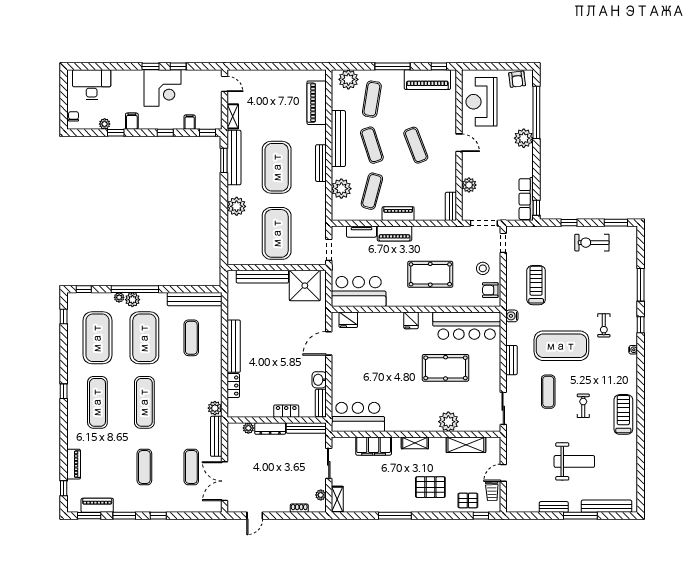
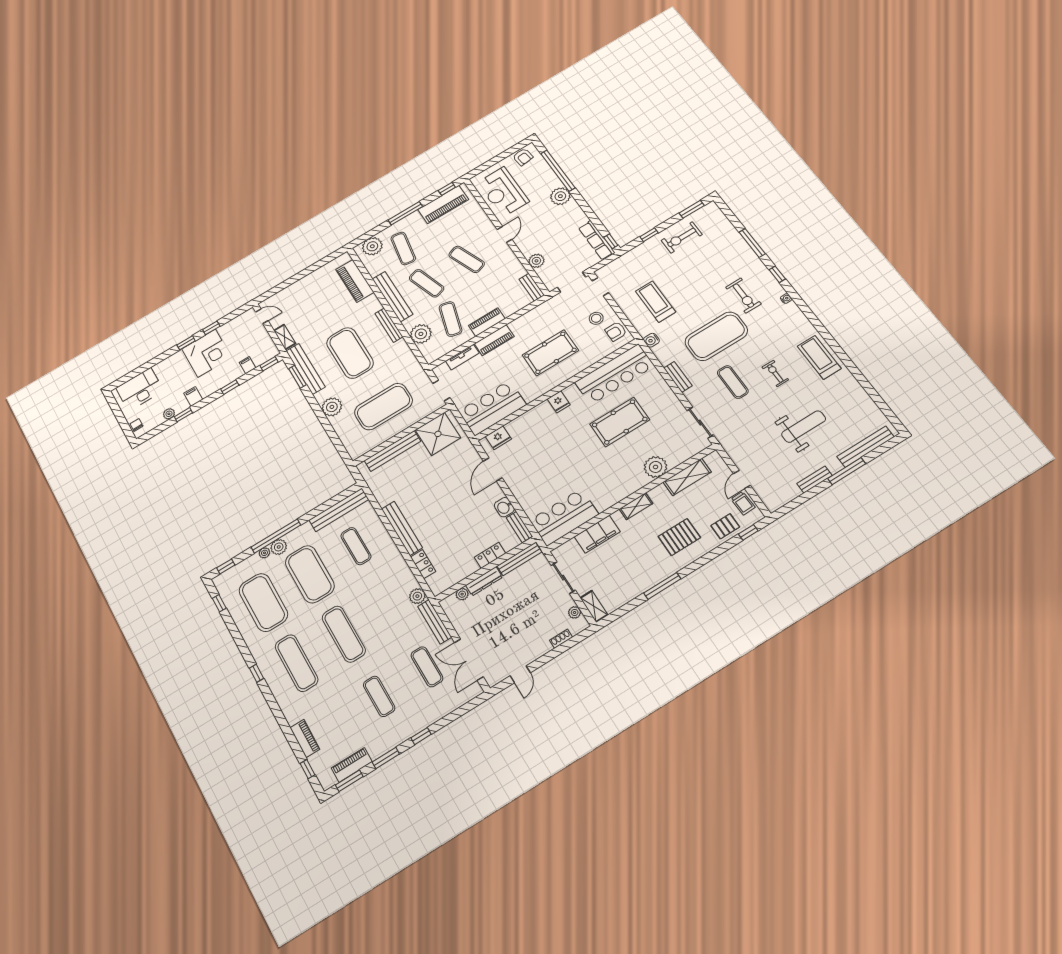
door: (459, 143) -> (505, 234), hinge flipped
exercise mat: (277, 233) -> (384, 407), turned 90
exercise bike: (604, 325) -> (743, 296), width x1.38, depth x1.39

